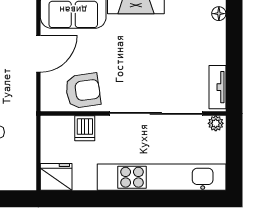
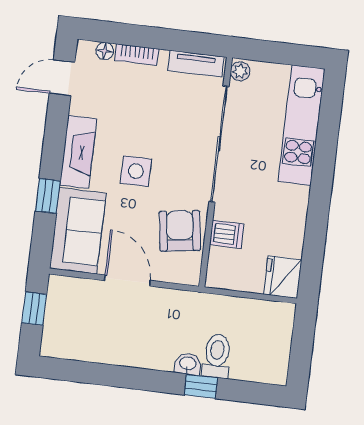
bookcase: (219, 39) -> (137, 55), added
side table: (126, 50) -> (136, 171), added
kitchen unit: (162, 177) -> (301, 125), width x0.73

